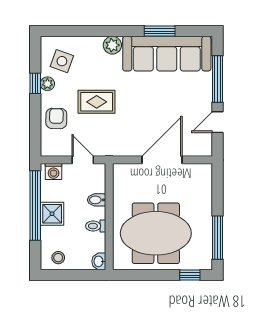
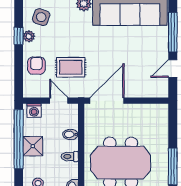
rug: (97, 102) -> (71, 67), moved
door: (162, 160) -> (107, 101), moved

